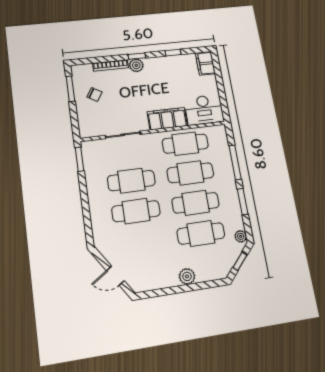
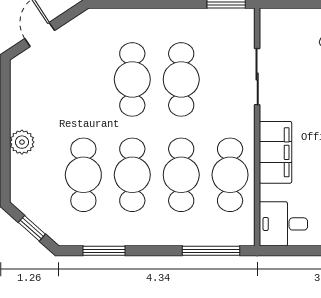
desk: (204, 110) -> (283, 224), width x0.73
window: (235, 162) -> (211, 251), moved
window: (243, 202) -> (104, 251), moved
plant: (241, 236) -> (70, 237), removed

